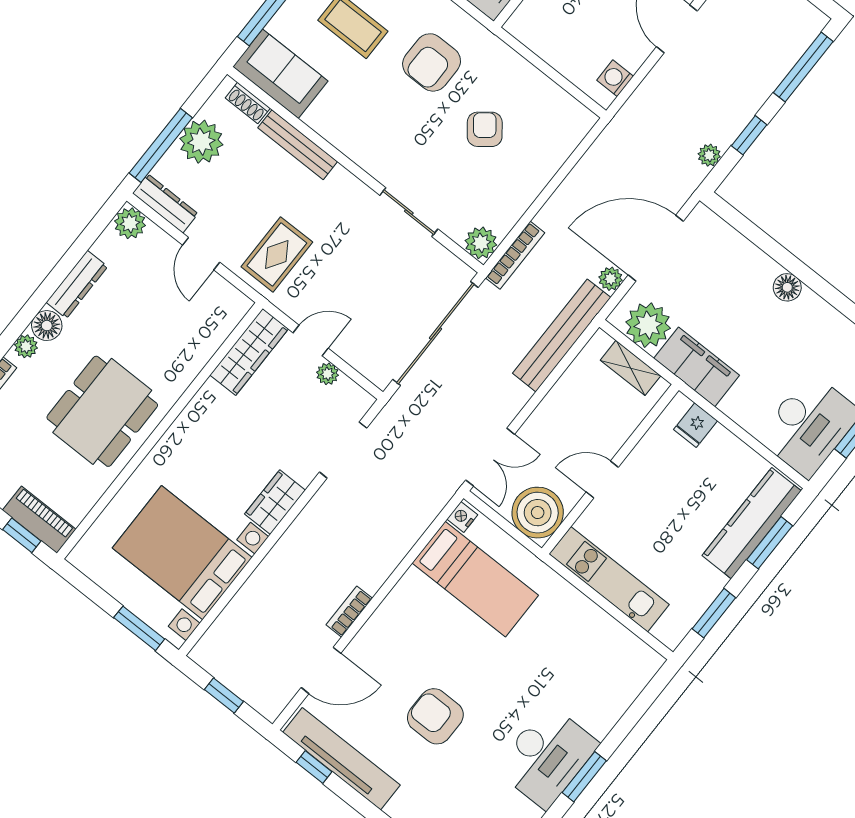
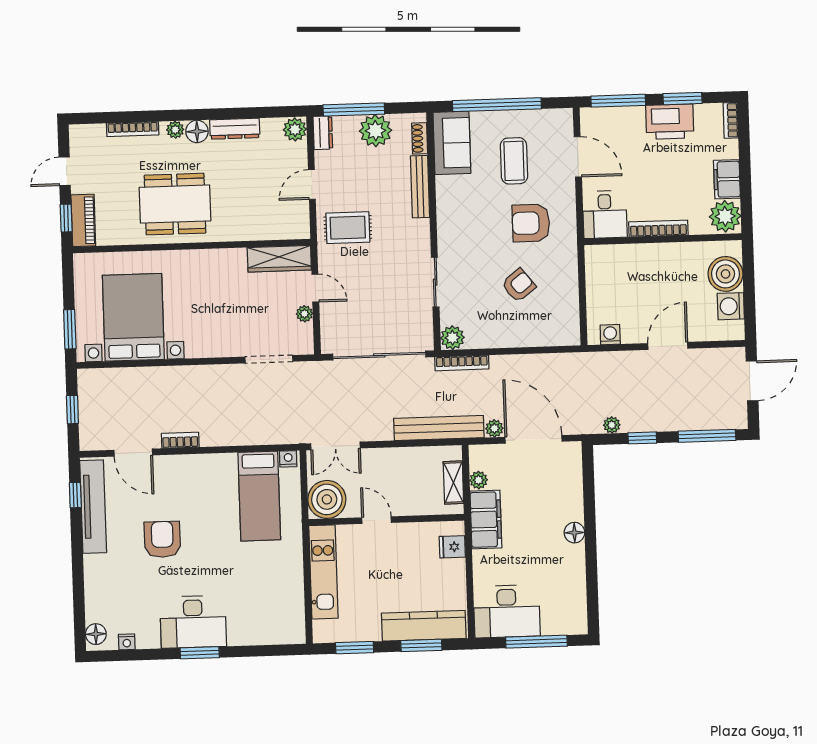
dresser: (165, 204) -> (323, 133), width x0.70
plant: (648, 325) -> (479, 480), width x0.53, depth x0.53
wardrobe: (275, 502) -> (207, 346), removed

